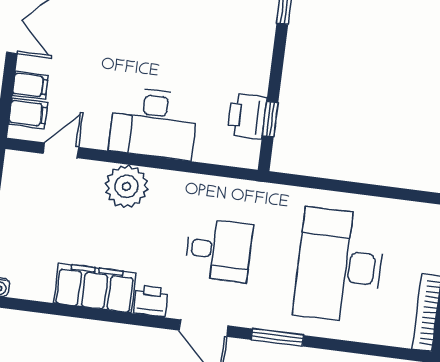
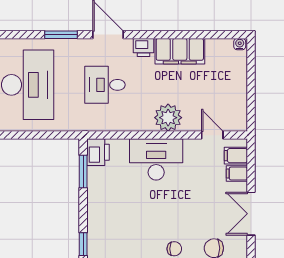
printer: (247, 116) -> (98, 152), moved
window: (270, 119) -> (83, 172), width x1.50
door: (61, 150) -> (212, 135), swing flipped

